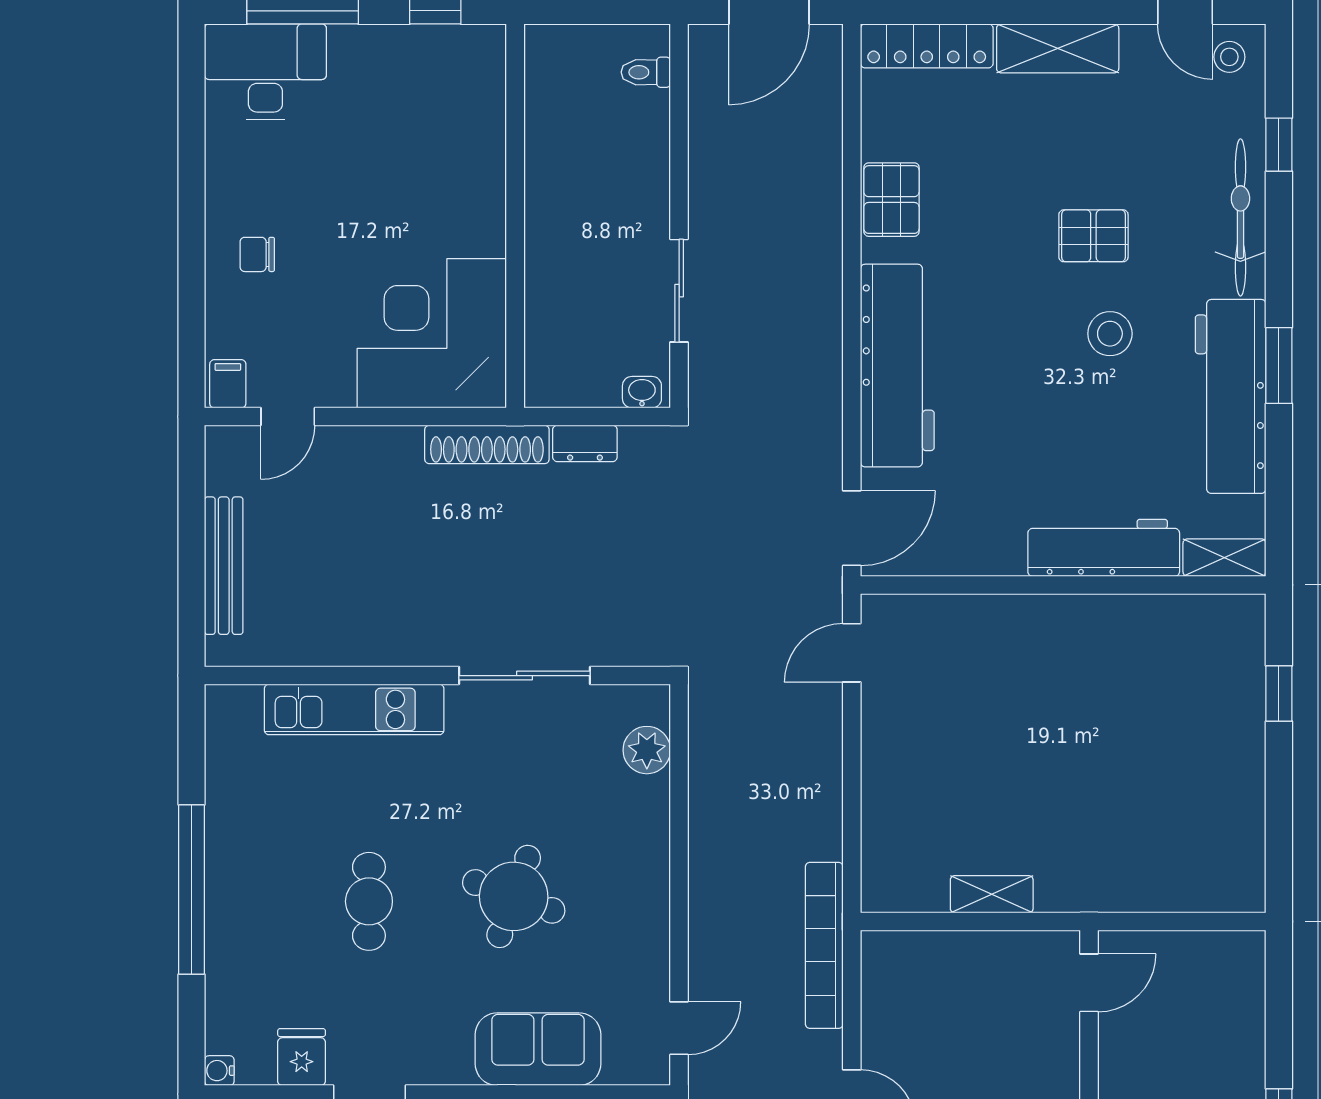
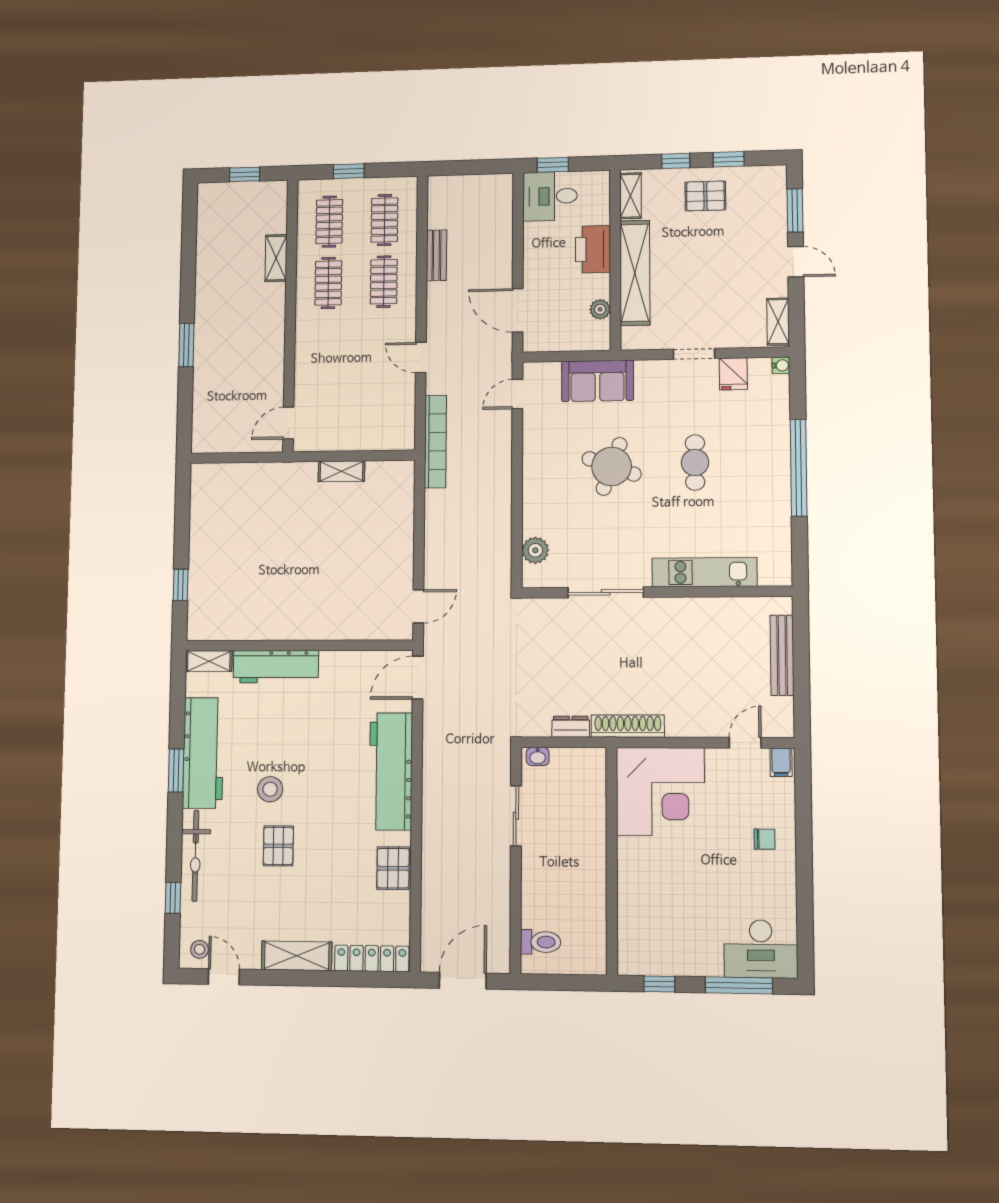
toilet: (646, 72) -> (541, 942), width x1.37, depth x1.39
pallet: (1093, 236) -> (278, 846), turned 90

